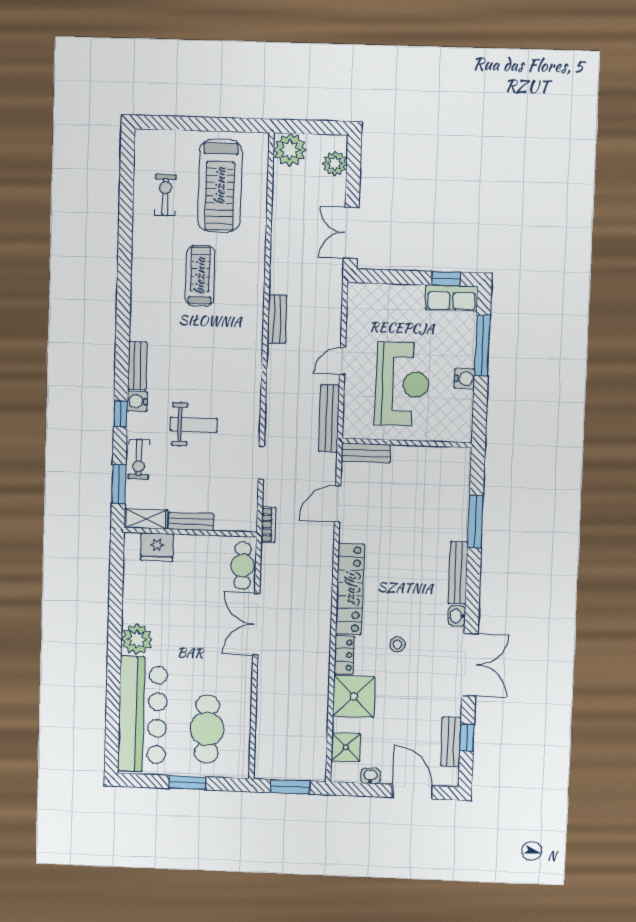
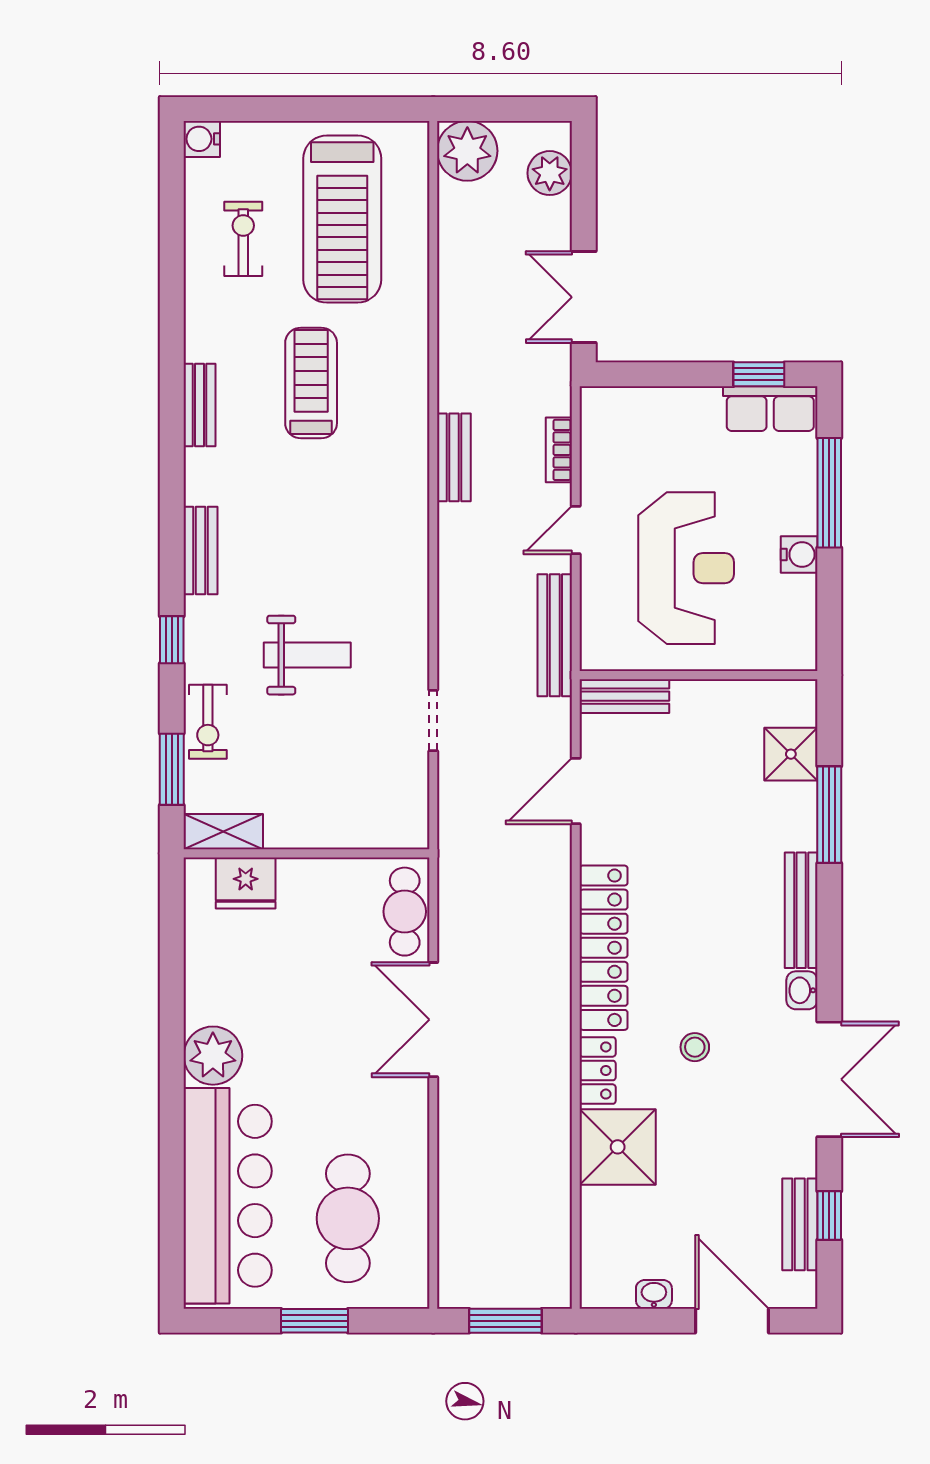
water cooler: (137, 401) -> (202, 139), moved
bench: (191, 522) -> (200, 405), moved, turned 90
bookcase: (269, 525) -> (559, 450), moved, turned 180
shower: (346, 747) -> (791, 754), moved

